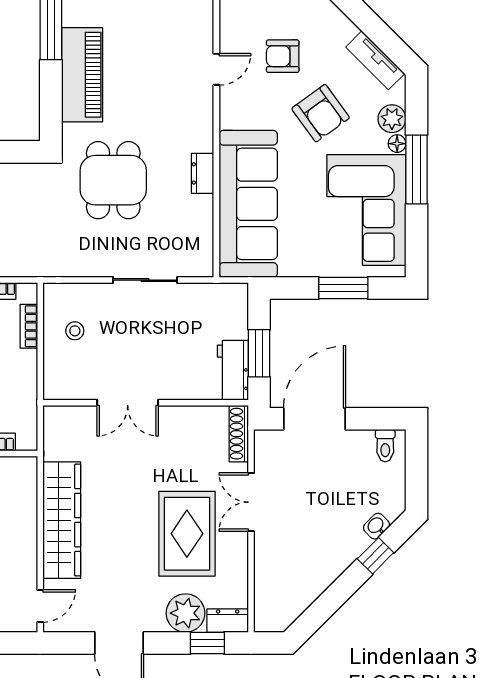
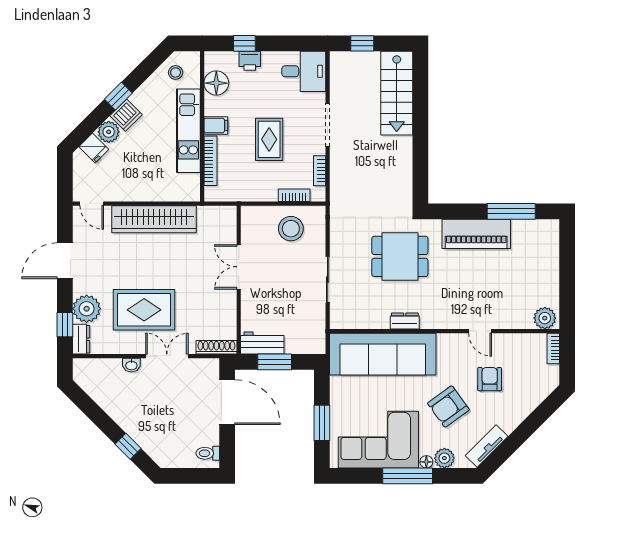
stool: (75, 331) -> (291, 229), width x1.89, depth x1.89
washbasin: (376, 526) -> (131, 365), moved, turned 135

